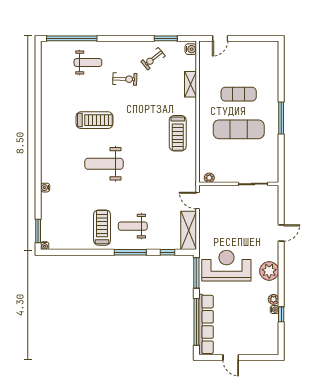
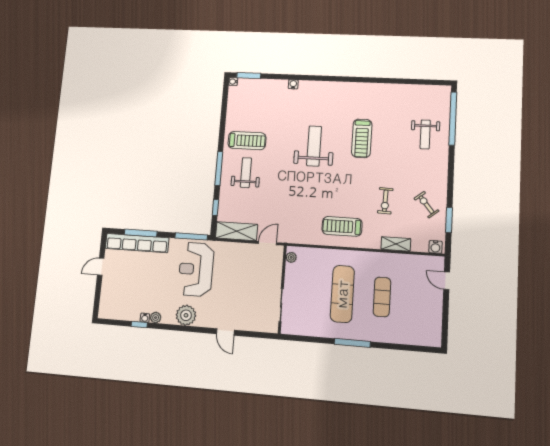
exercise bike: (125, 79) -> (385, 201), moved
reception desk: (226, 266) -> (196, 269), turned 180
window: (196, 322) -> (141, 233), width x0.68

